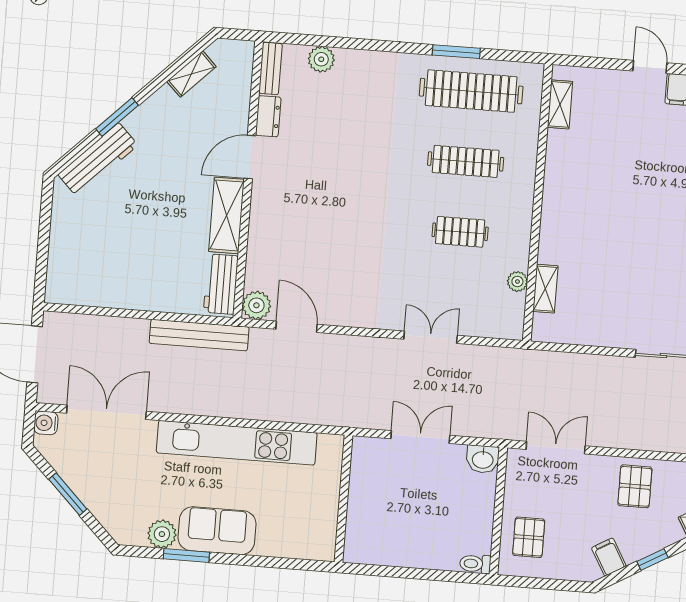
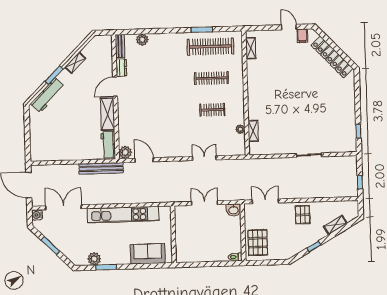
shelving: (191, 74) -> (75, 63), moved
sofa: (217, 531) -> (148, 254), moved
pallet: (529, 537) -> (258, 243), width x1.50, depth x1.42
filing cabinet: (609, 557) -> (294, 247), removed

